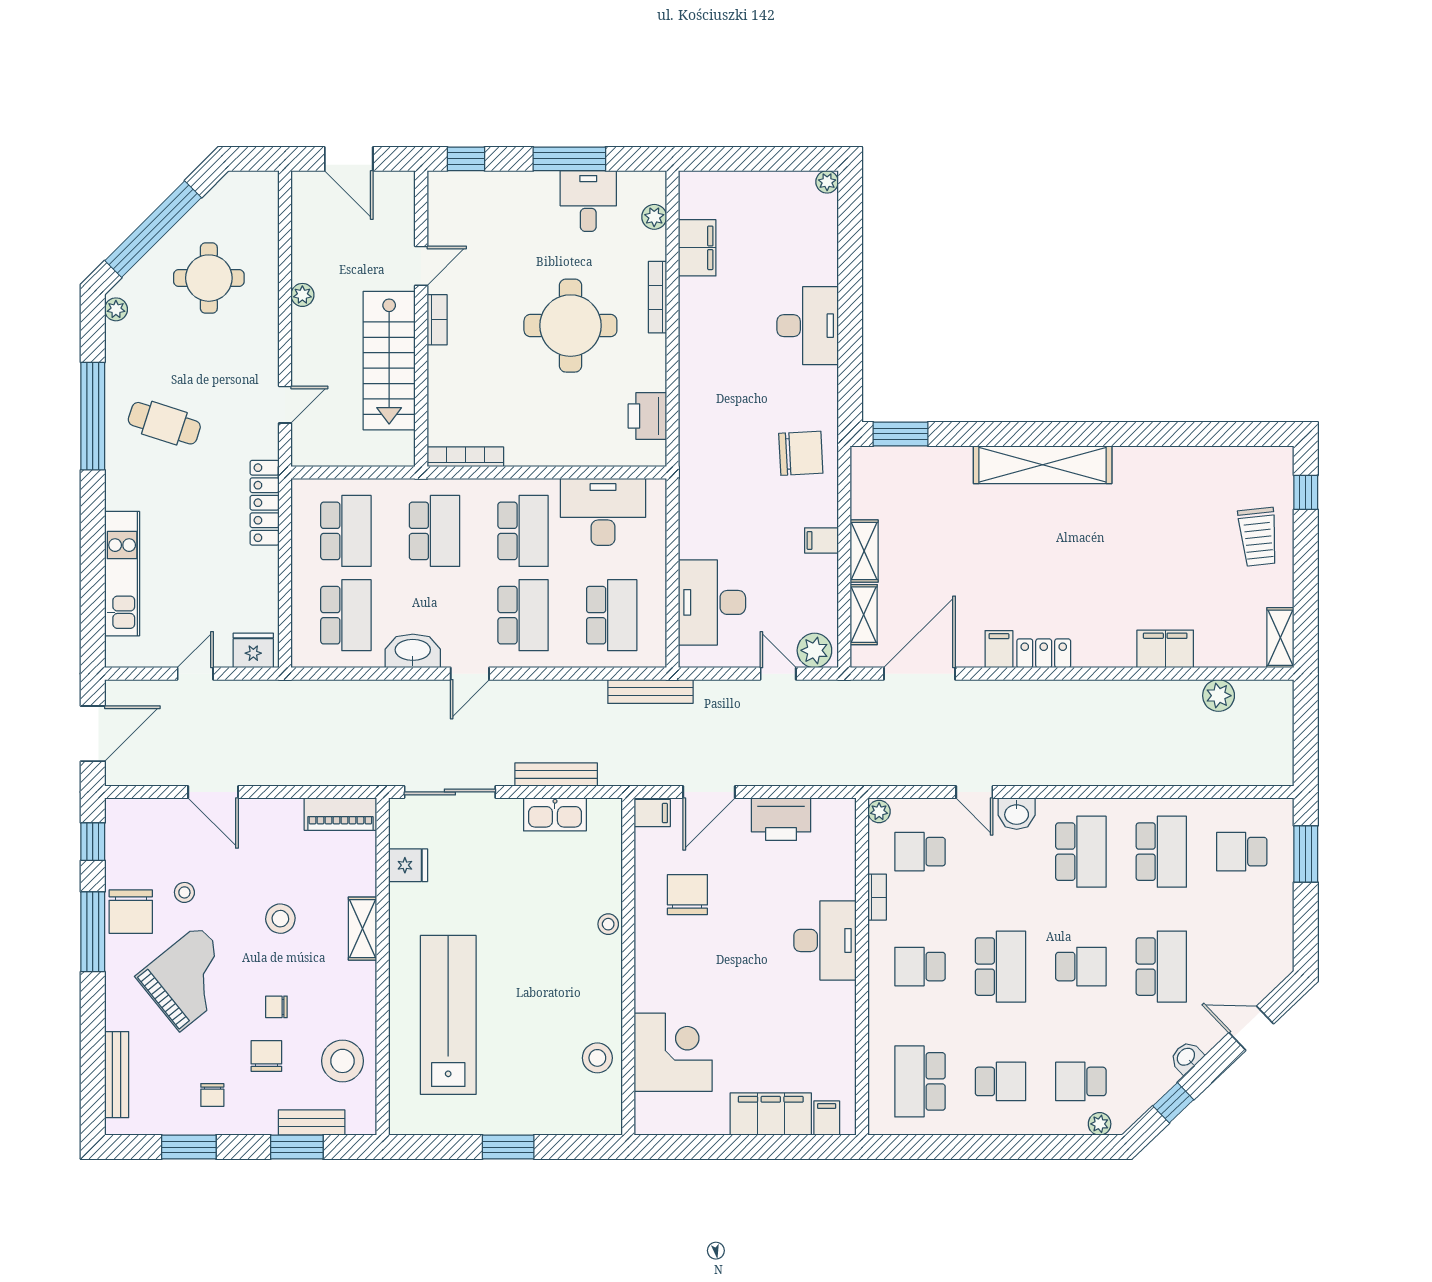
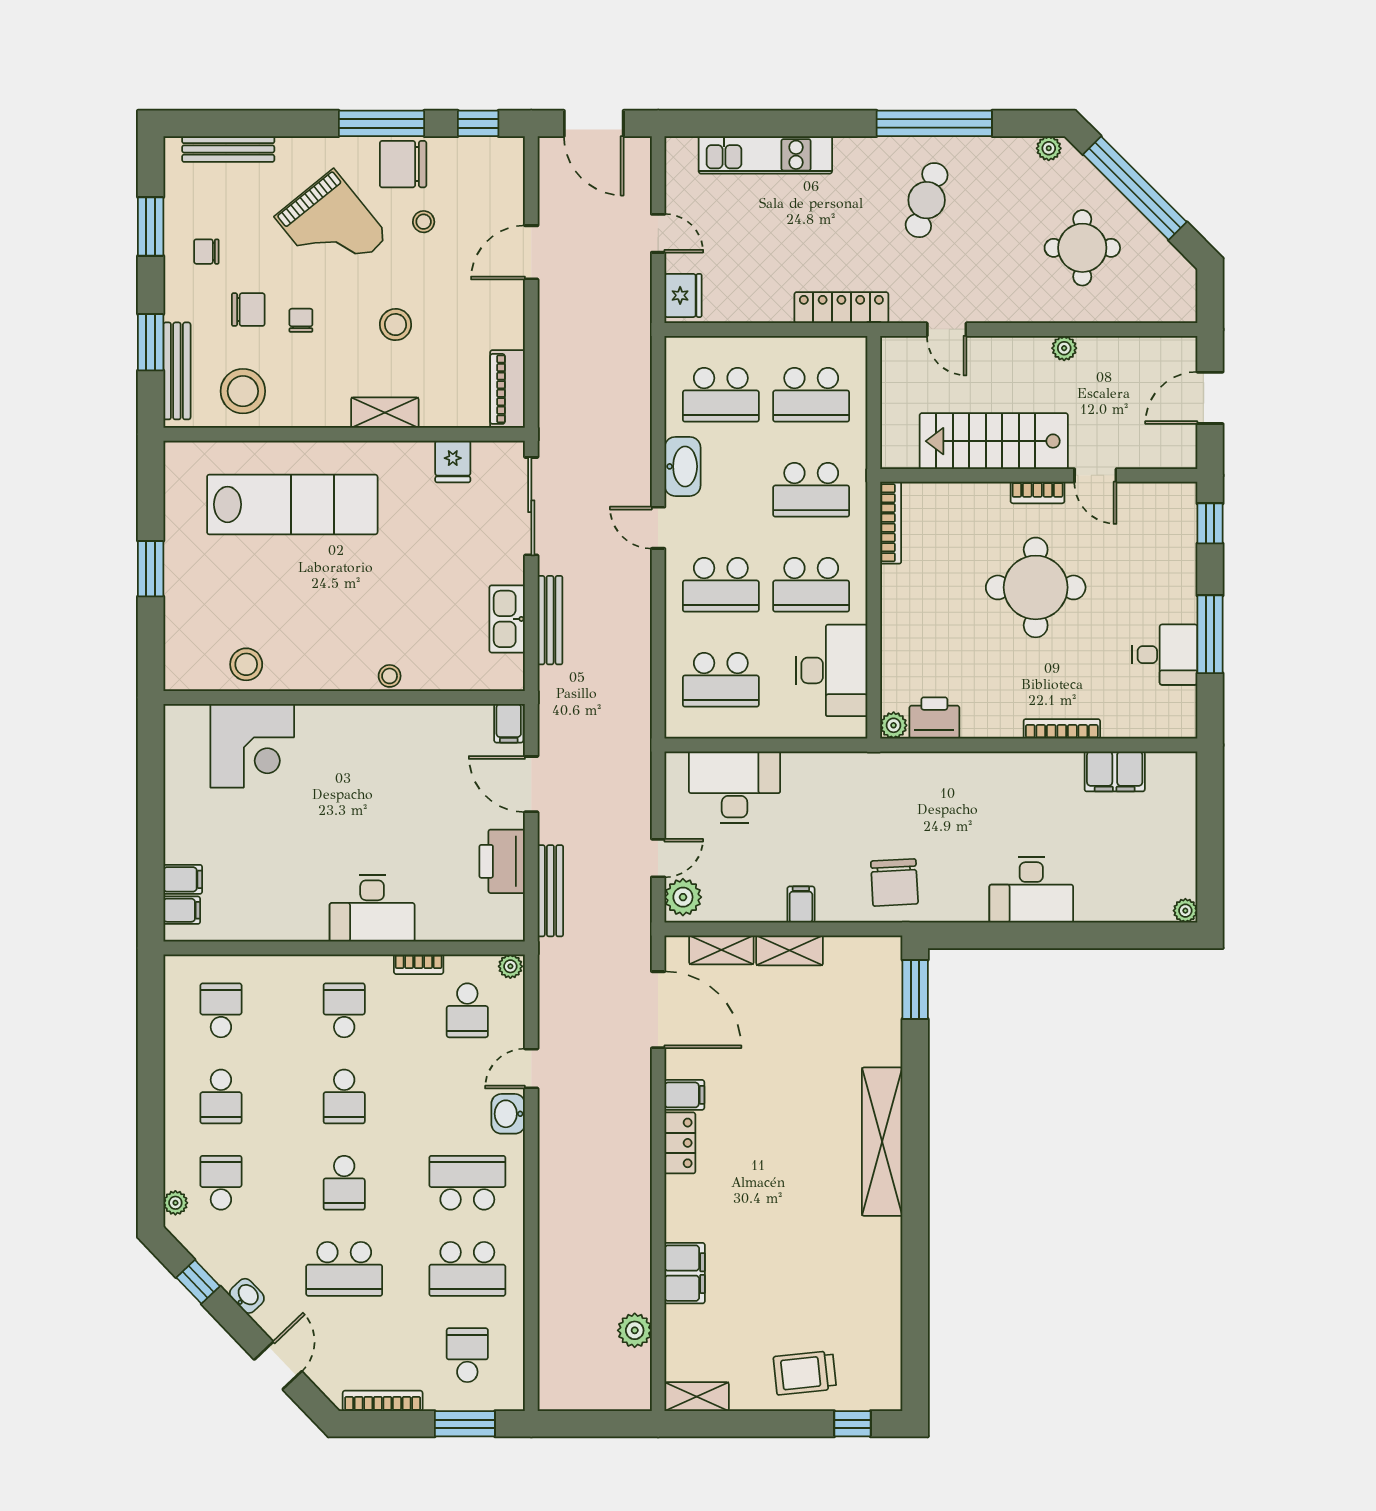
plant: (654, 217) -> (894, 725), moved
round table: (570, 326) -> (1036, 587), moved
bench: (650, 691) -> (550, 891), moved
school desk: (920, 852) -> (467, 1010), turned 180
school desk: (1081, 852) -> (467, 1183), turned 180
chair: (687, 895) -> (421, 761), removed
bookcase: (1284, 931) -> (383, 1401), added
school desk: (1000, 967) -> (344, 1097), width x0.54
school desk: (920, 1081) -> (221, 1010), width x0.54
filing cabinet: (771, 1114) -> (183, 879), width x0.33, depth x0.86
bench: (312, 1123) -> (177, 371), width x1.36

